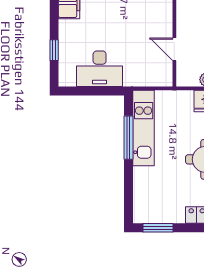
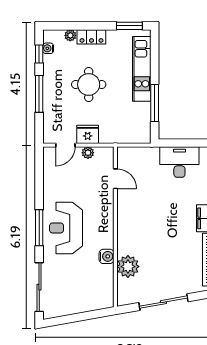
kitchen unit: (144, 128) -> (142, 69), moved

